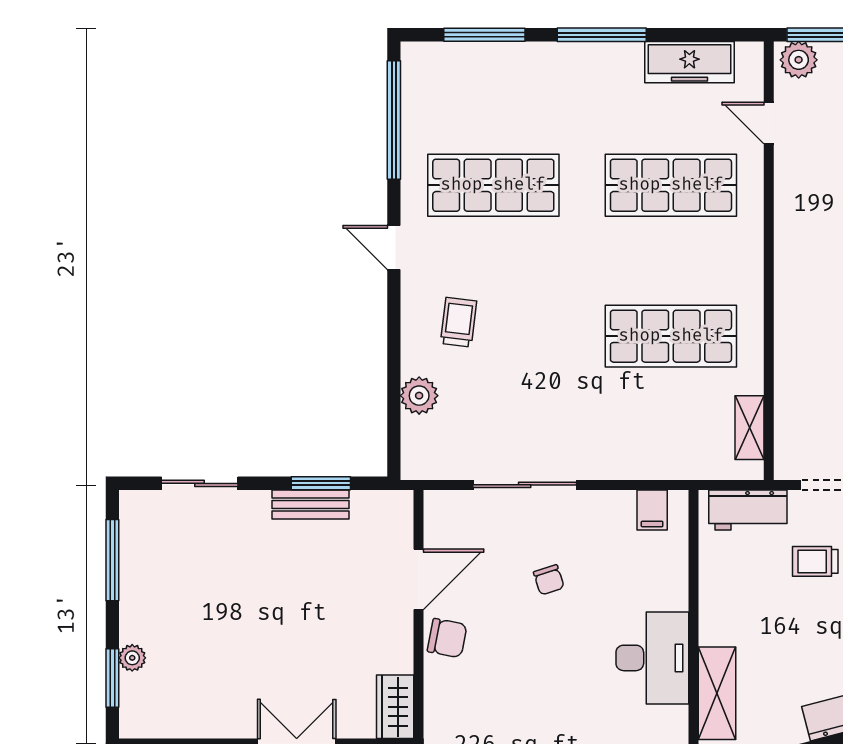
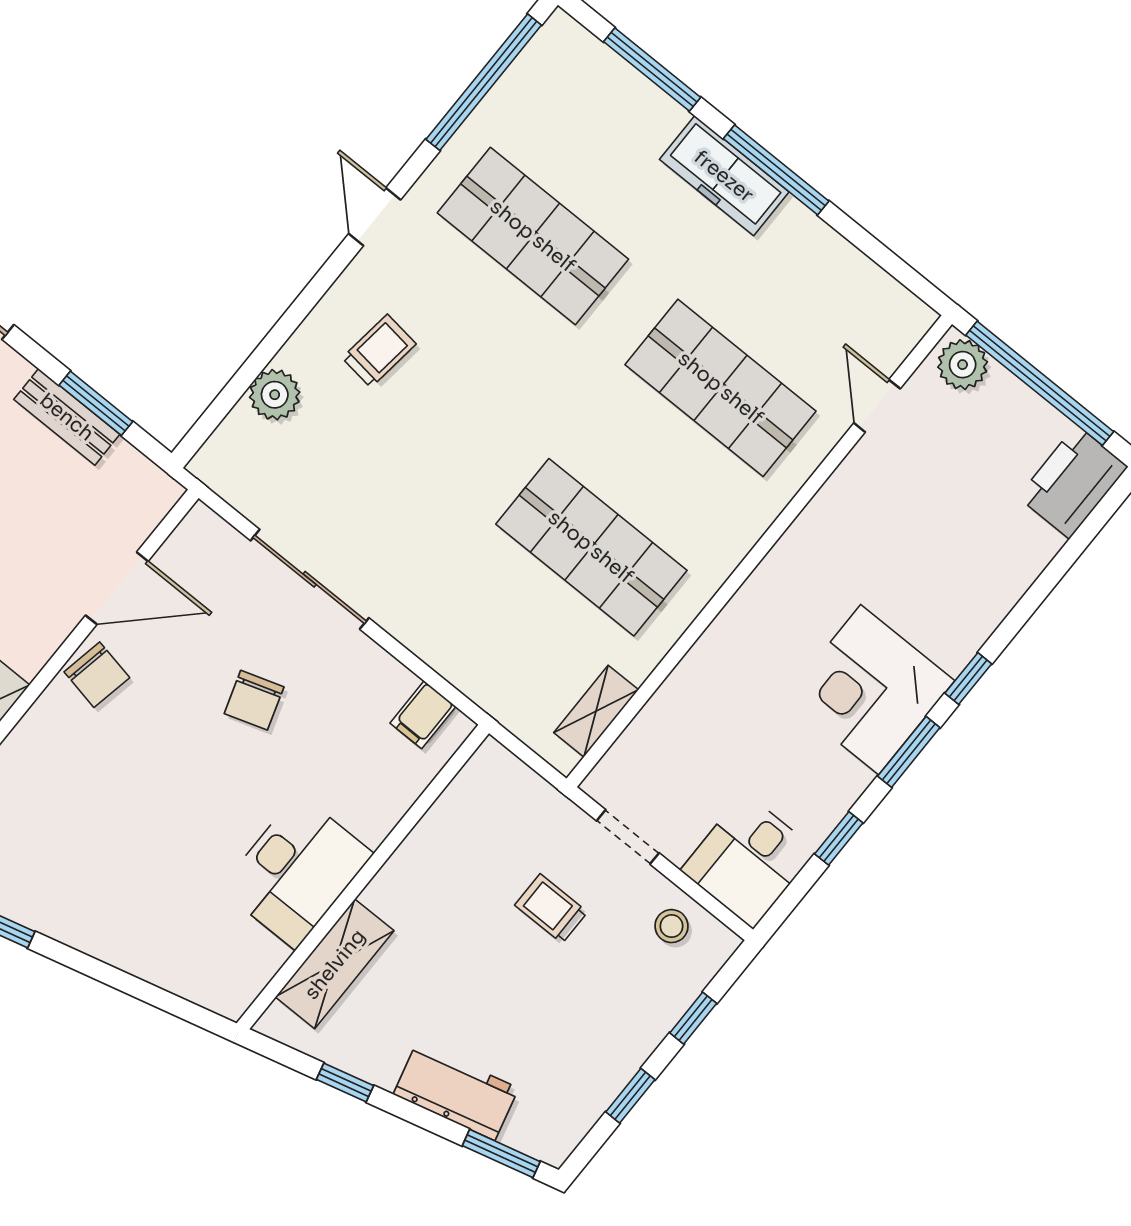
freezer: (689, 62) -> (724, 176), moved
workbench: (748, 510) -> (524, 797), removed
chair: (549, 580) -> (254, 700), width x1.37, depth x1.37

